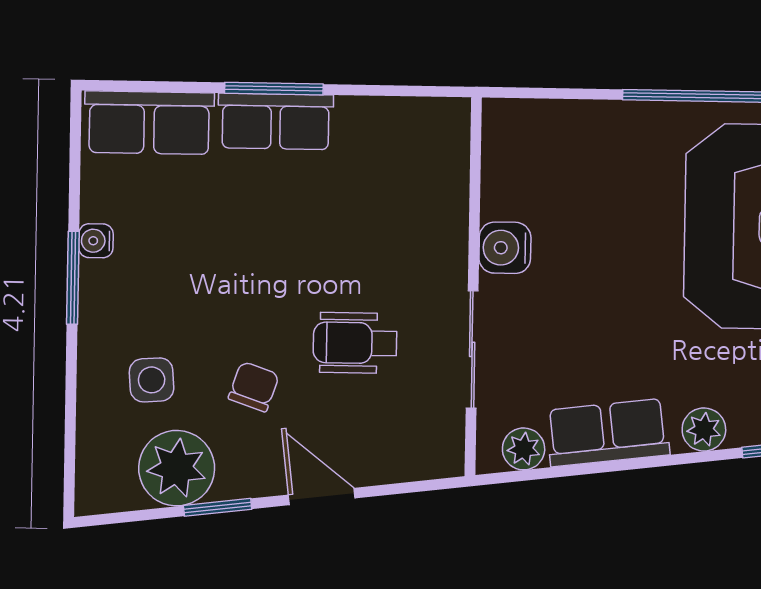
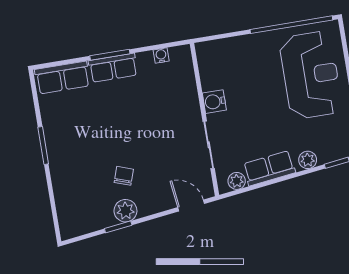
water cooler: (96, 241) -> (161, 55), moved, turned 90
wheelchair: (355, 343) -> (161, 151), removed
side table: (152, 380) -> (82, 181), removed
plant: (177, 468) -> (125, 211), moved, width x0.73, depth x0.73
door: (322, 496) -> (191, 206), moved

